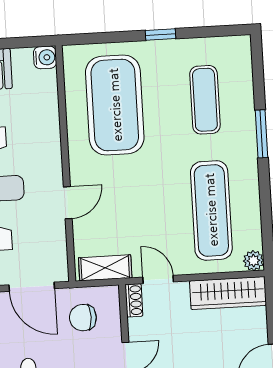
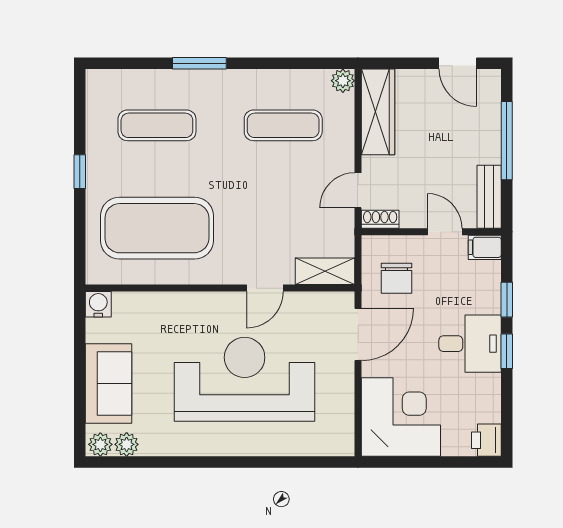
door: (68, 203) -> (265, 288), swing flipped
exercise mat: (211, 210) -> (283, 125), width x0.73, depth x0.69
shelving: (105, 268) -> (325, 271), moved, turned 90

